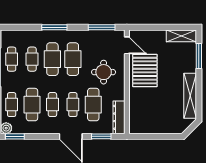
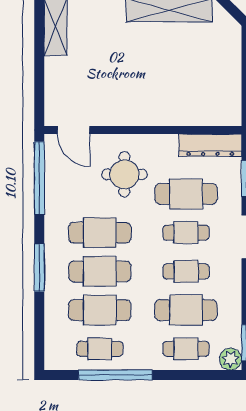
window: (102, 27) -> (39, 178), width x1.46
door: (127, 45) -> (74, 130), swing flipped
cafe table: (32, 59) -> (100, 310), width x1.37, depth x1.35
pallet: (145, 71) -> (121, 96), removed

